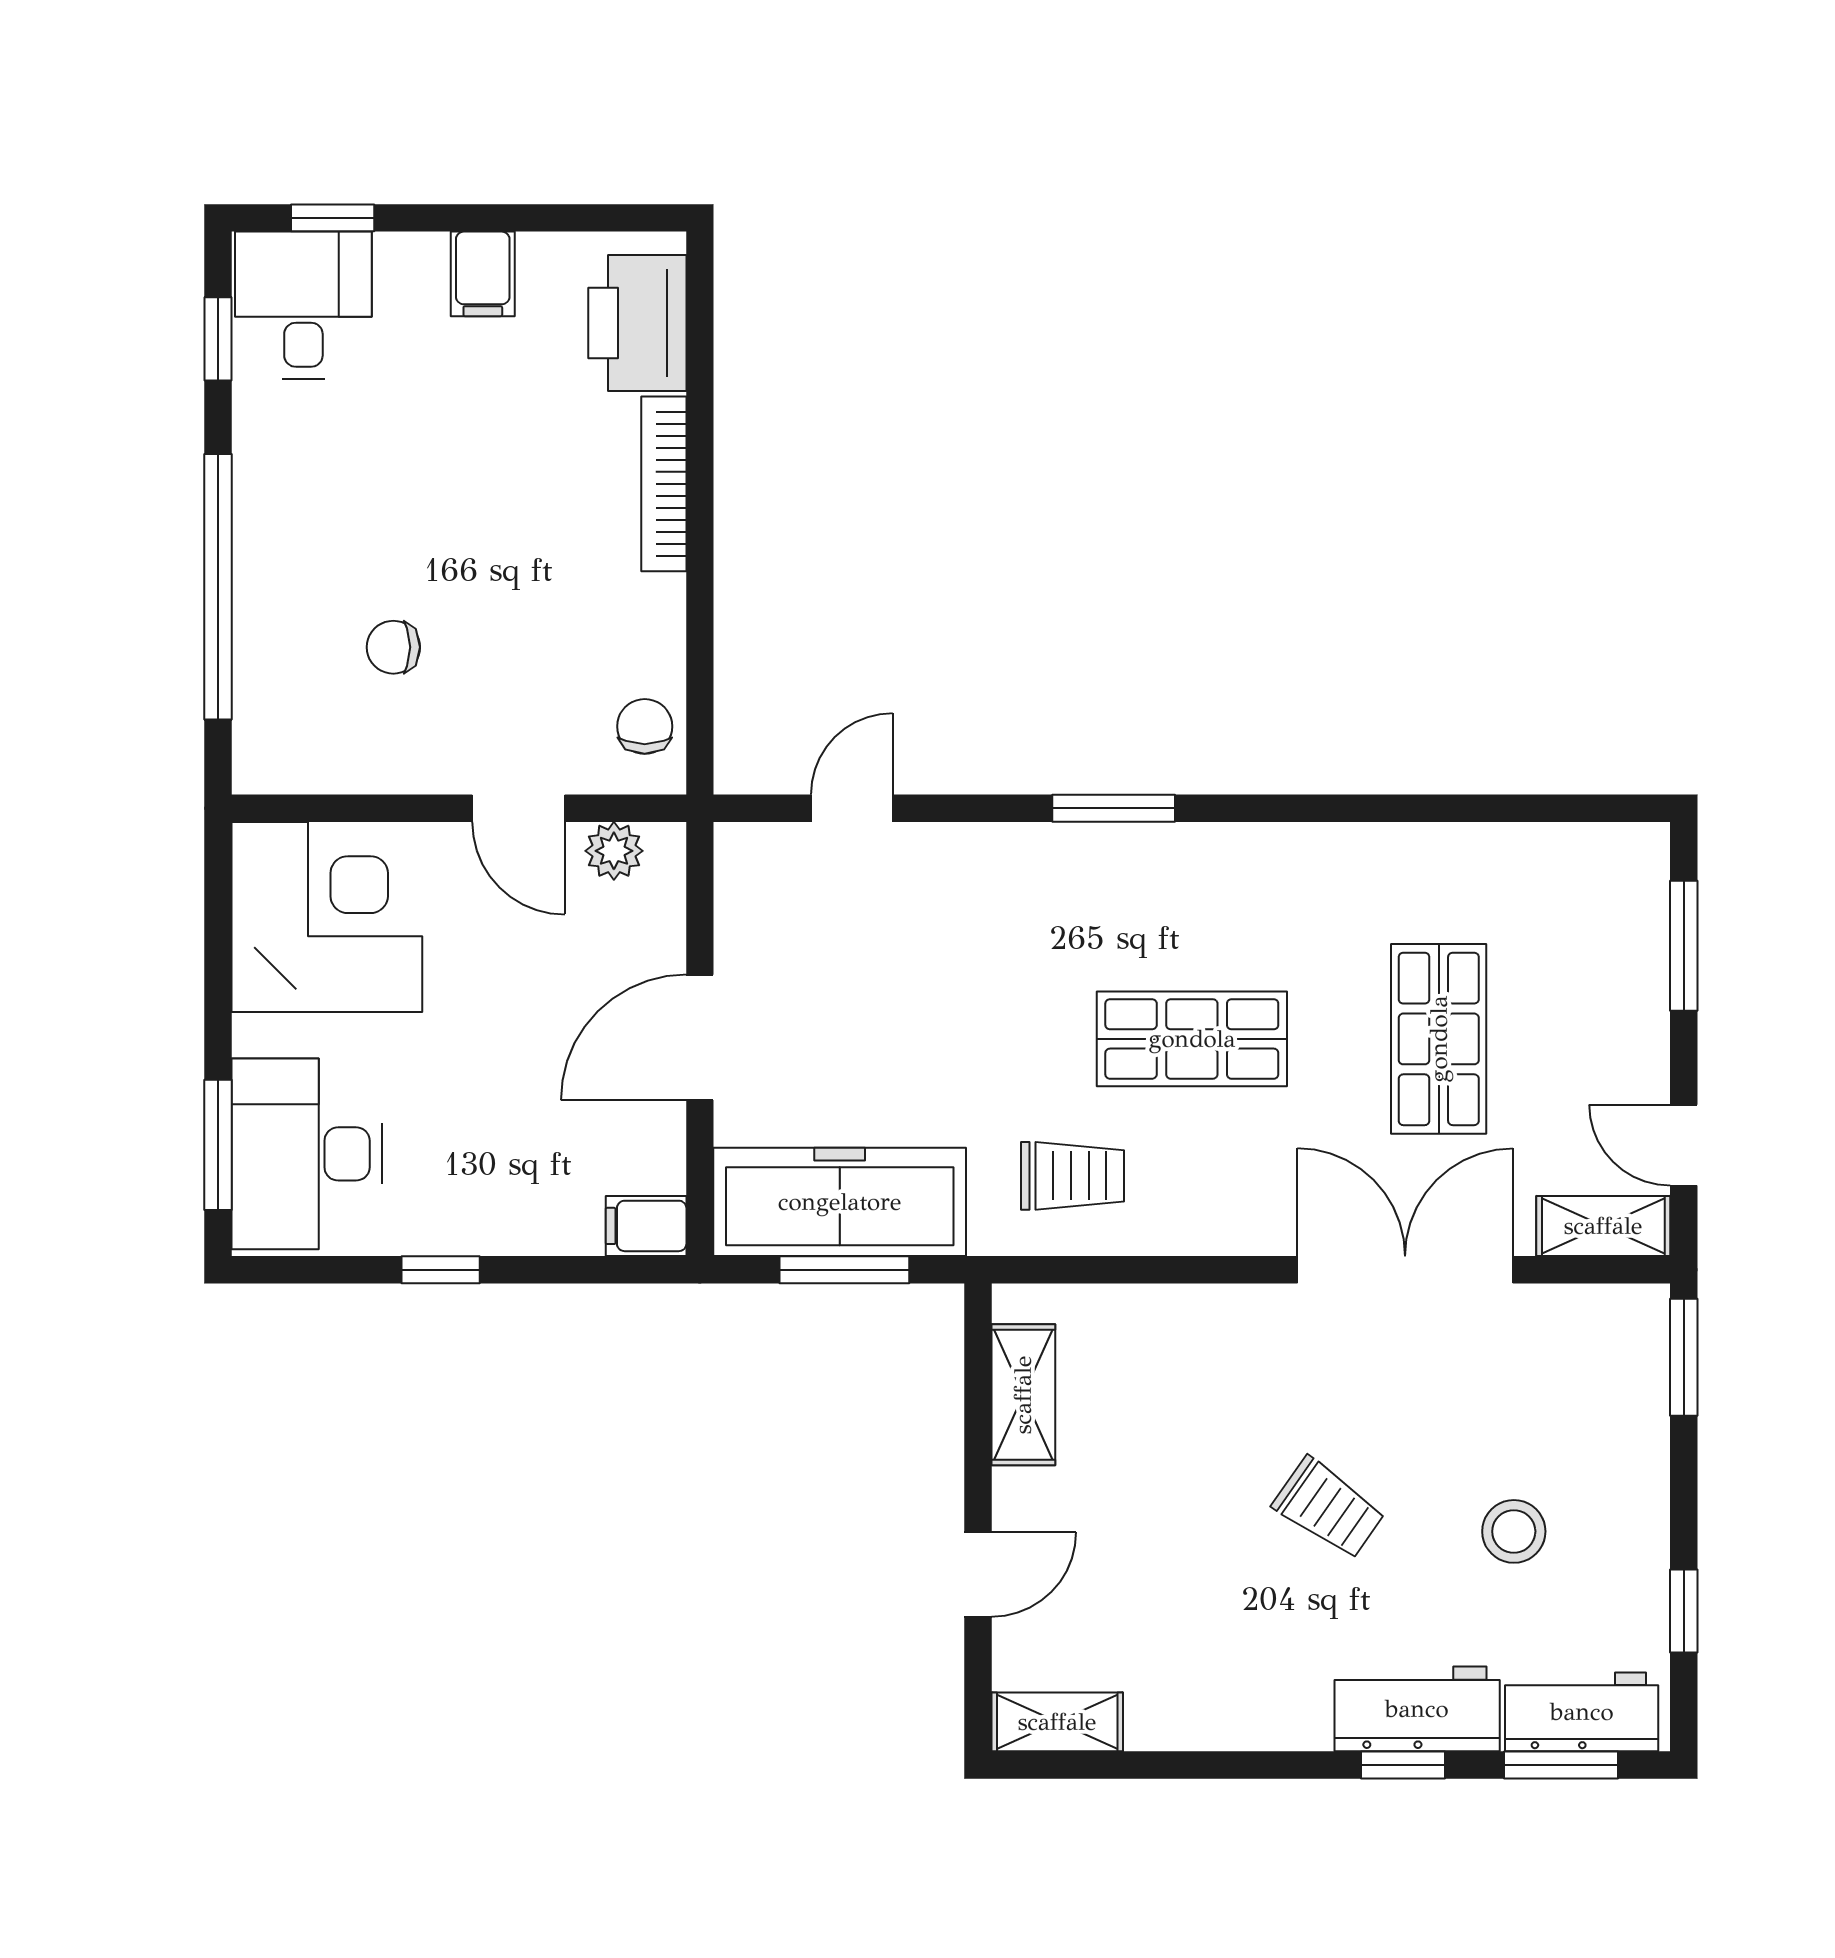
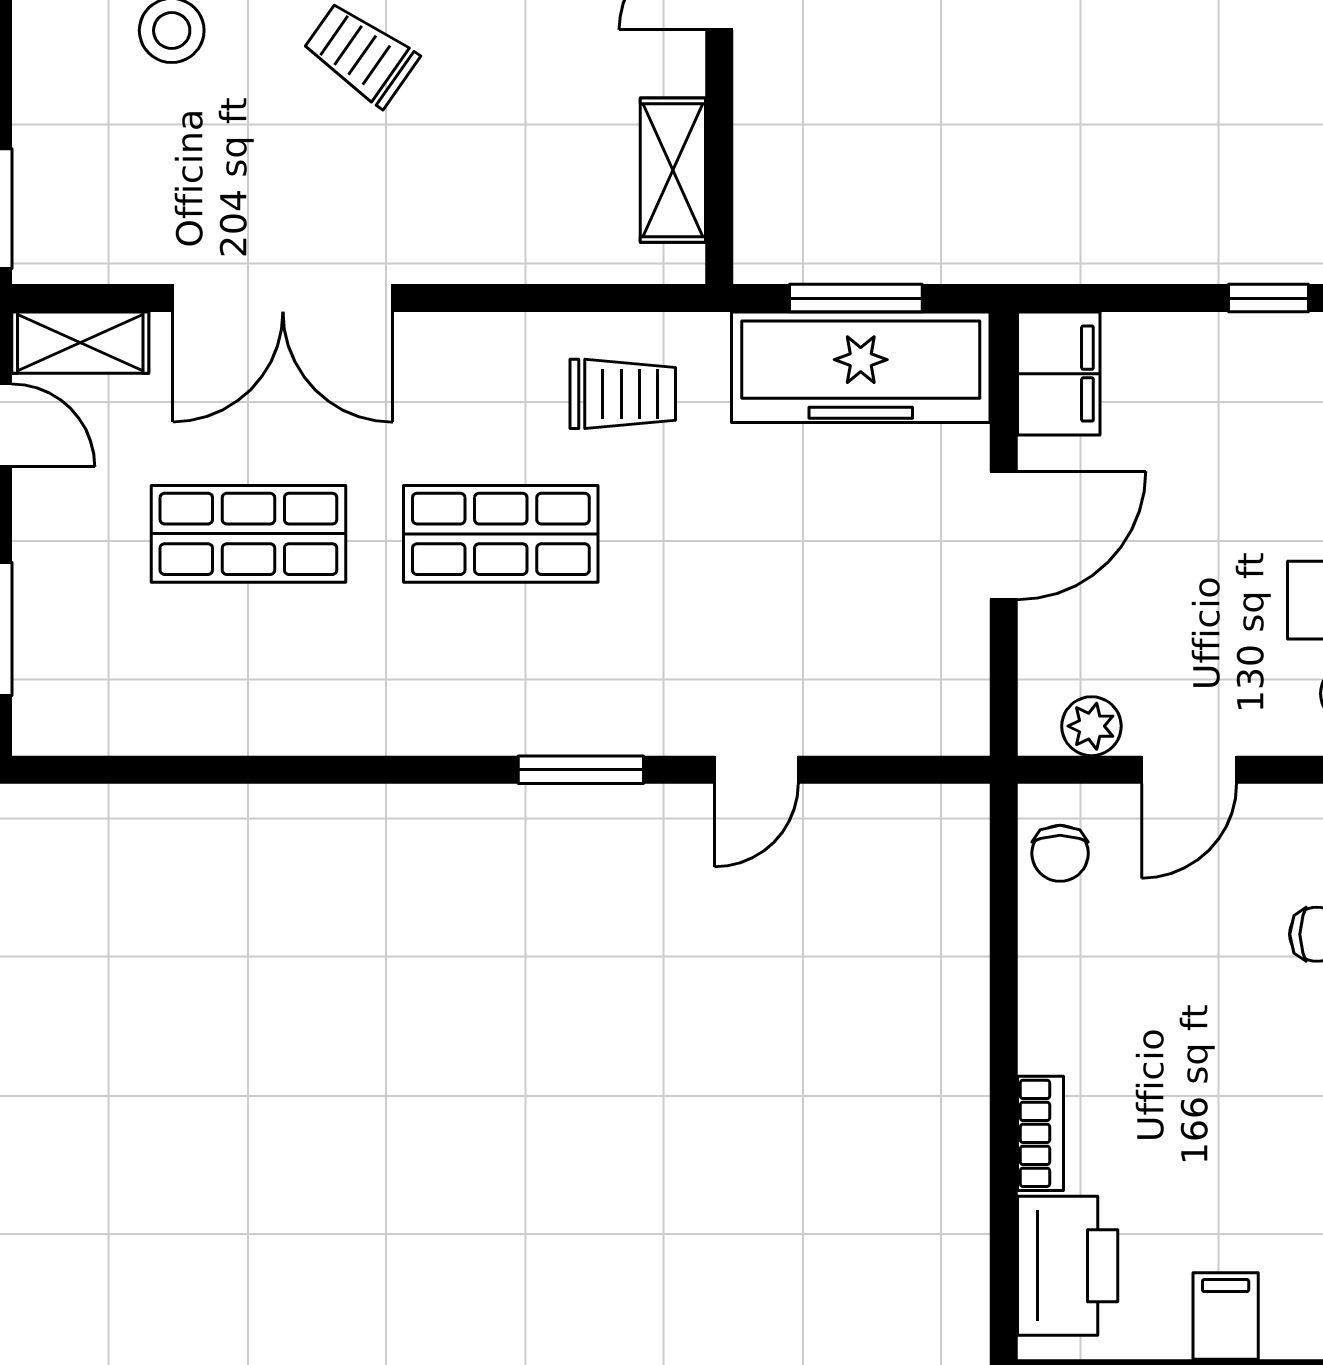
bookcase: (664, 484) -> (1040, 1133), width x0.64
door: (518, 808) -> (1189, 770), swing flipped
door: (852, 808) -> (756, 770), moved
shop shelf: (1439, 1039) -> (248, 534), turned 90
trolley: (1073, 1176) -> (623, 394), turned 180
filing cabinet: (646, 1226) -> (1059, 374), width x2.00

